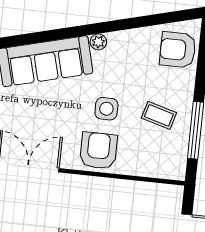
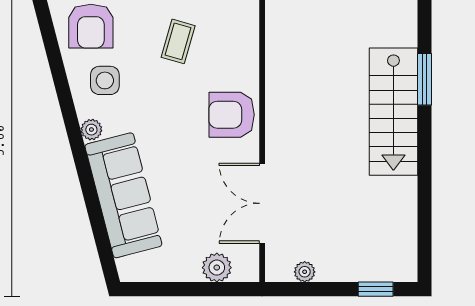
side table: (106, 109) -> (105, 80), moved

